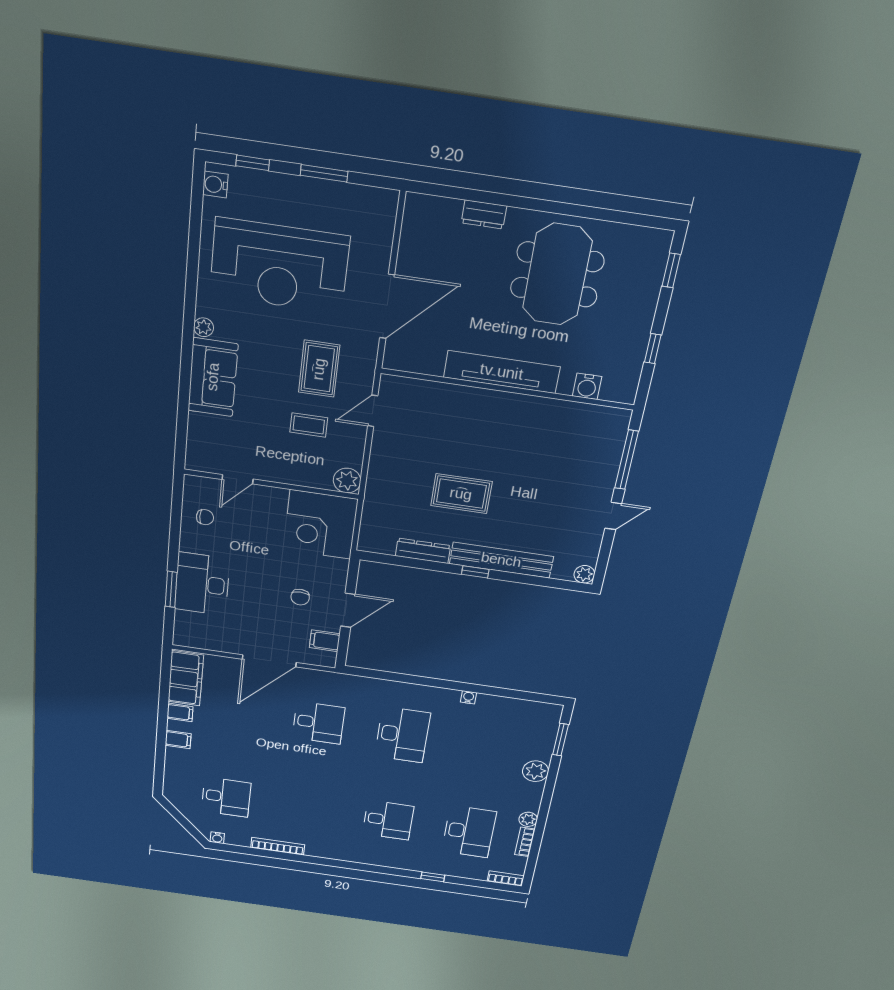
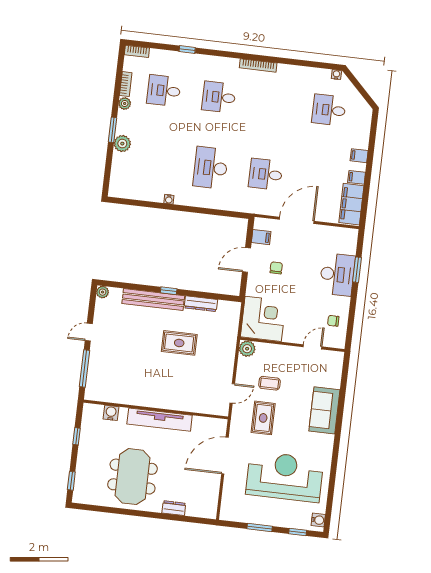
plant: (204, 327) -> (328, 440), removed
window: (561, 740) -> (113, 130), moved
desk: (469, 832) -> (164, 91), width x0.73
bookcase: (278, 846) -> (258, 65), moved

